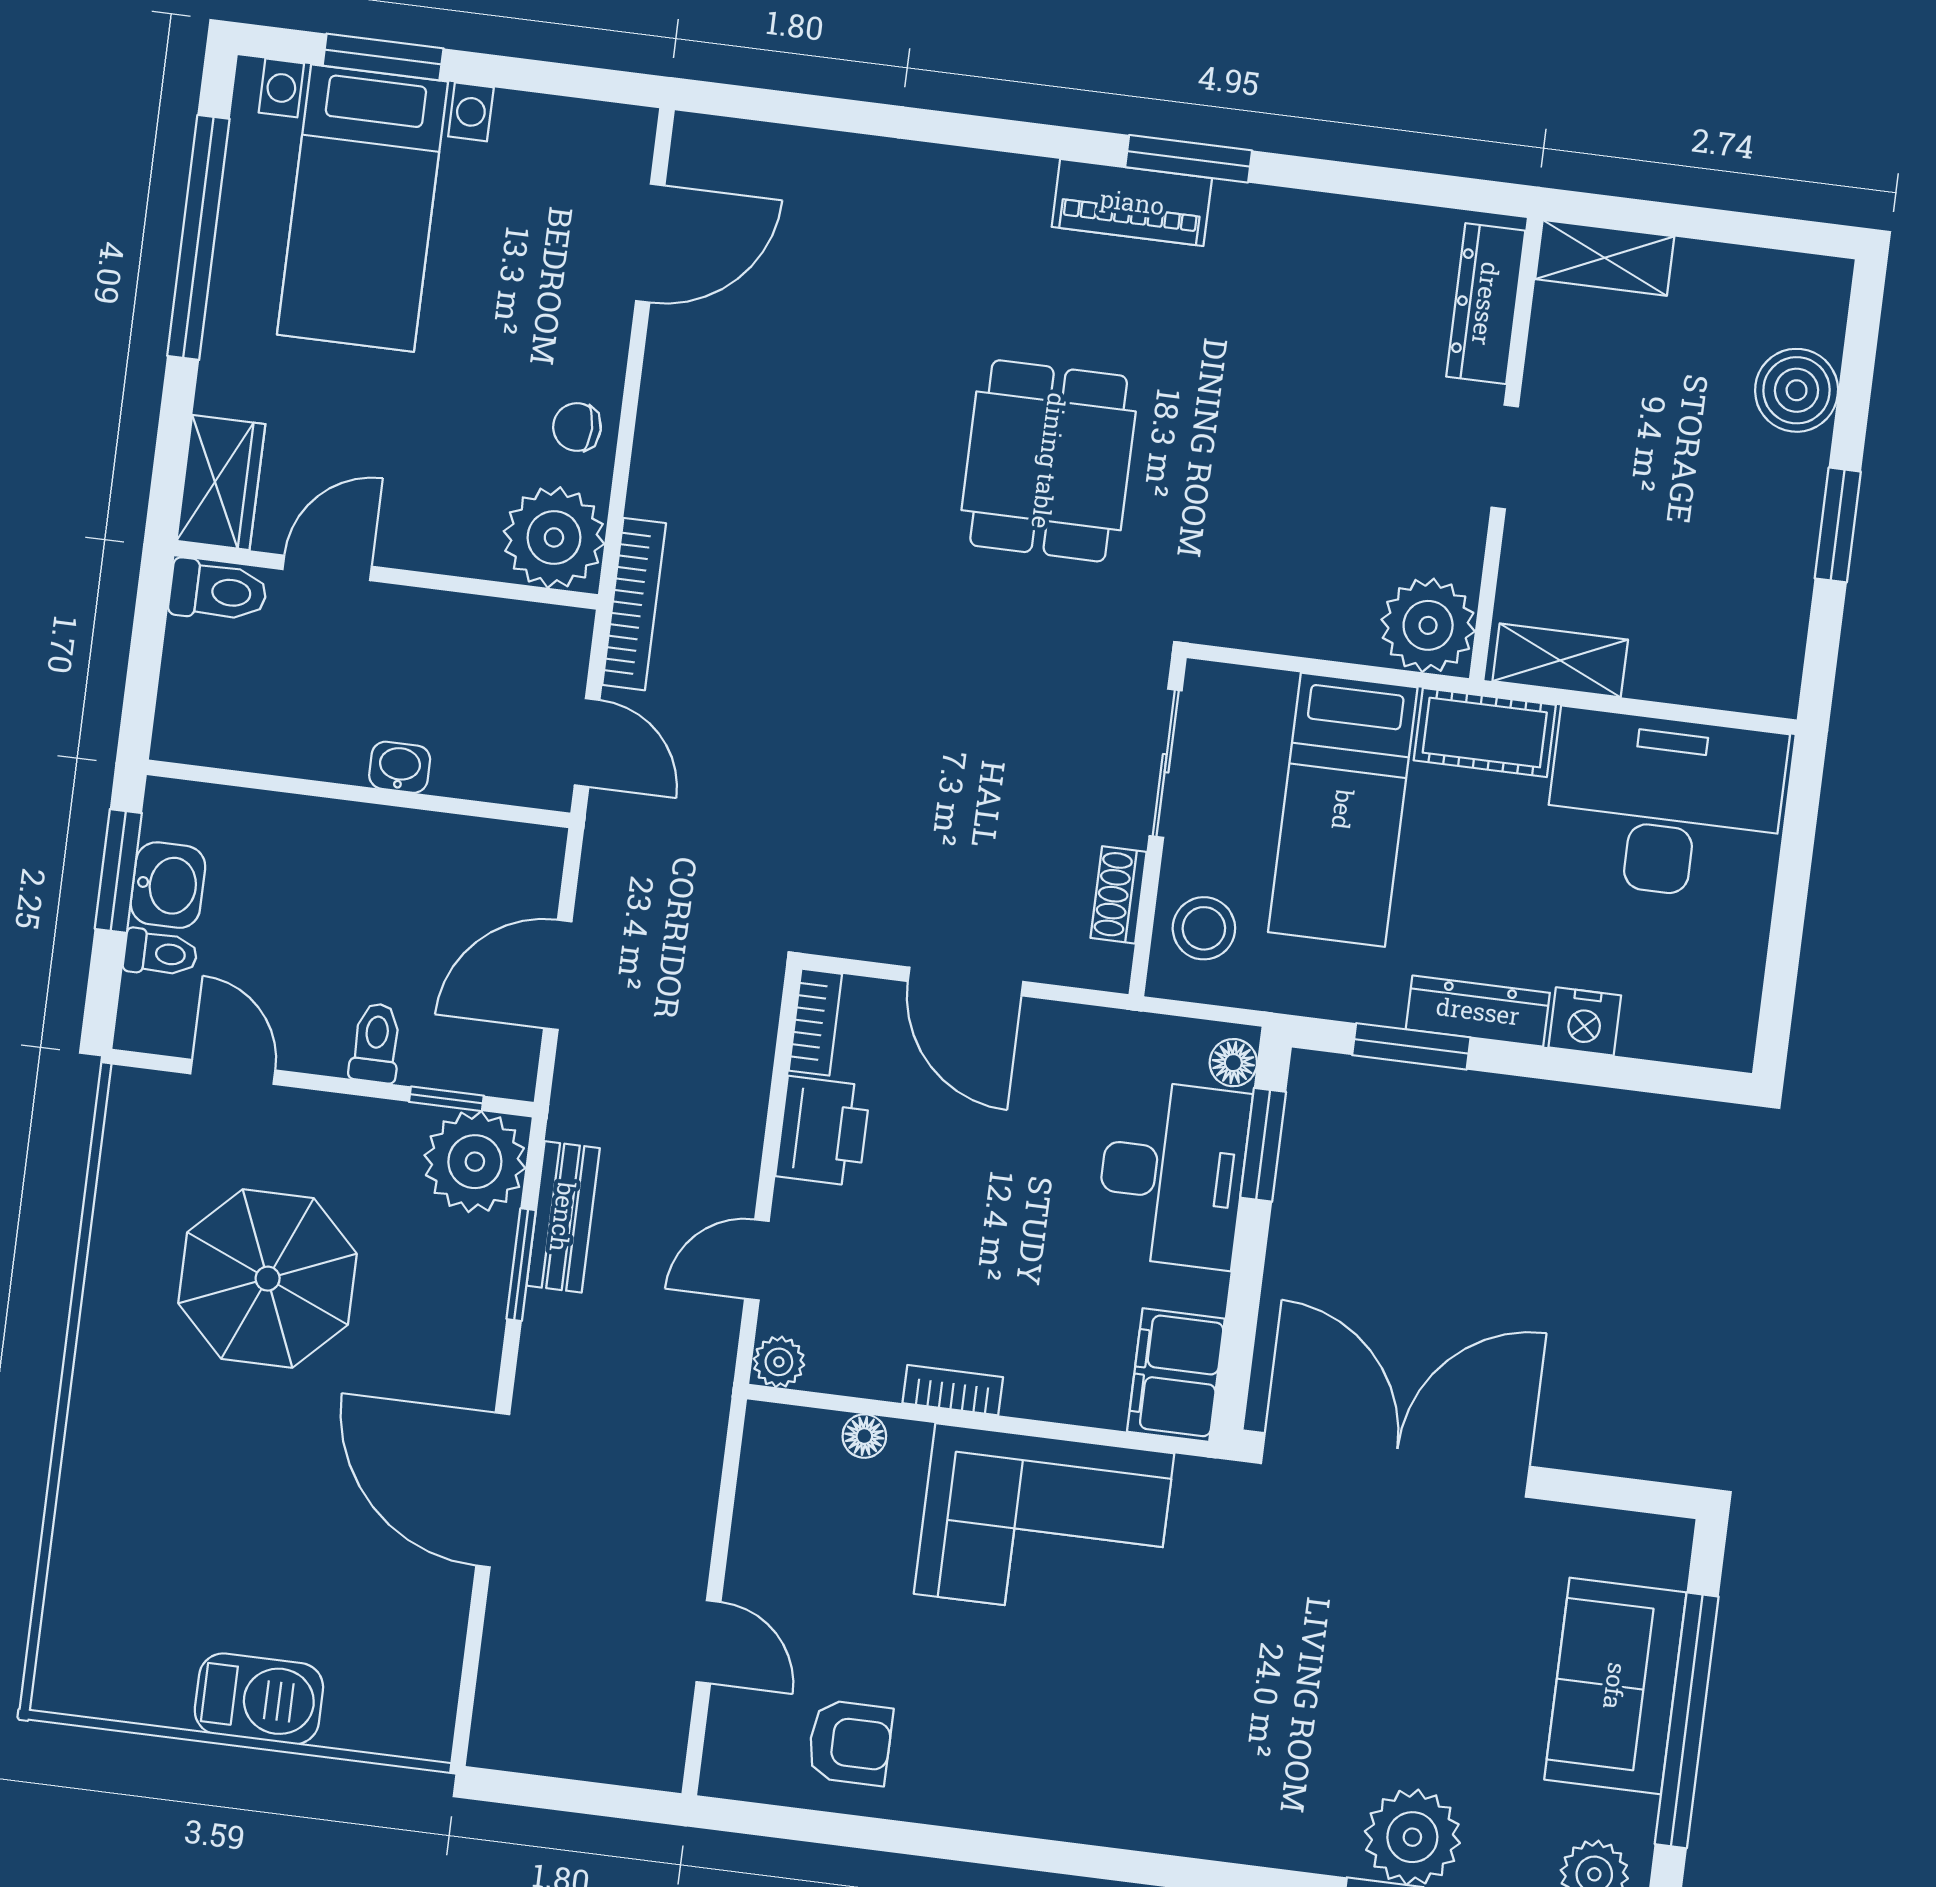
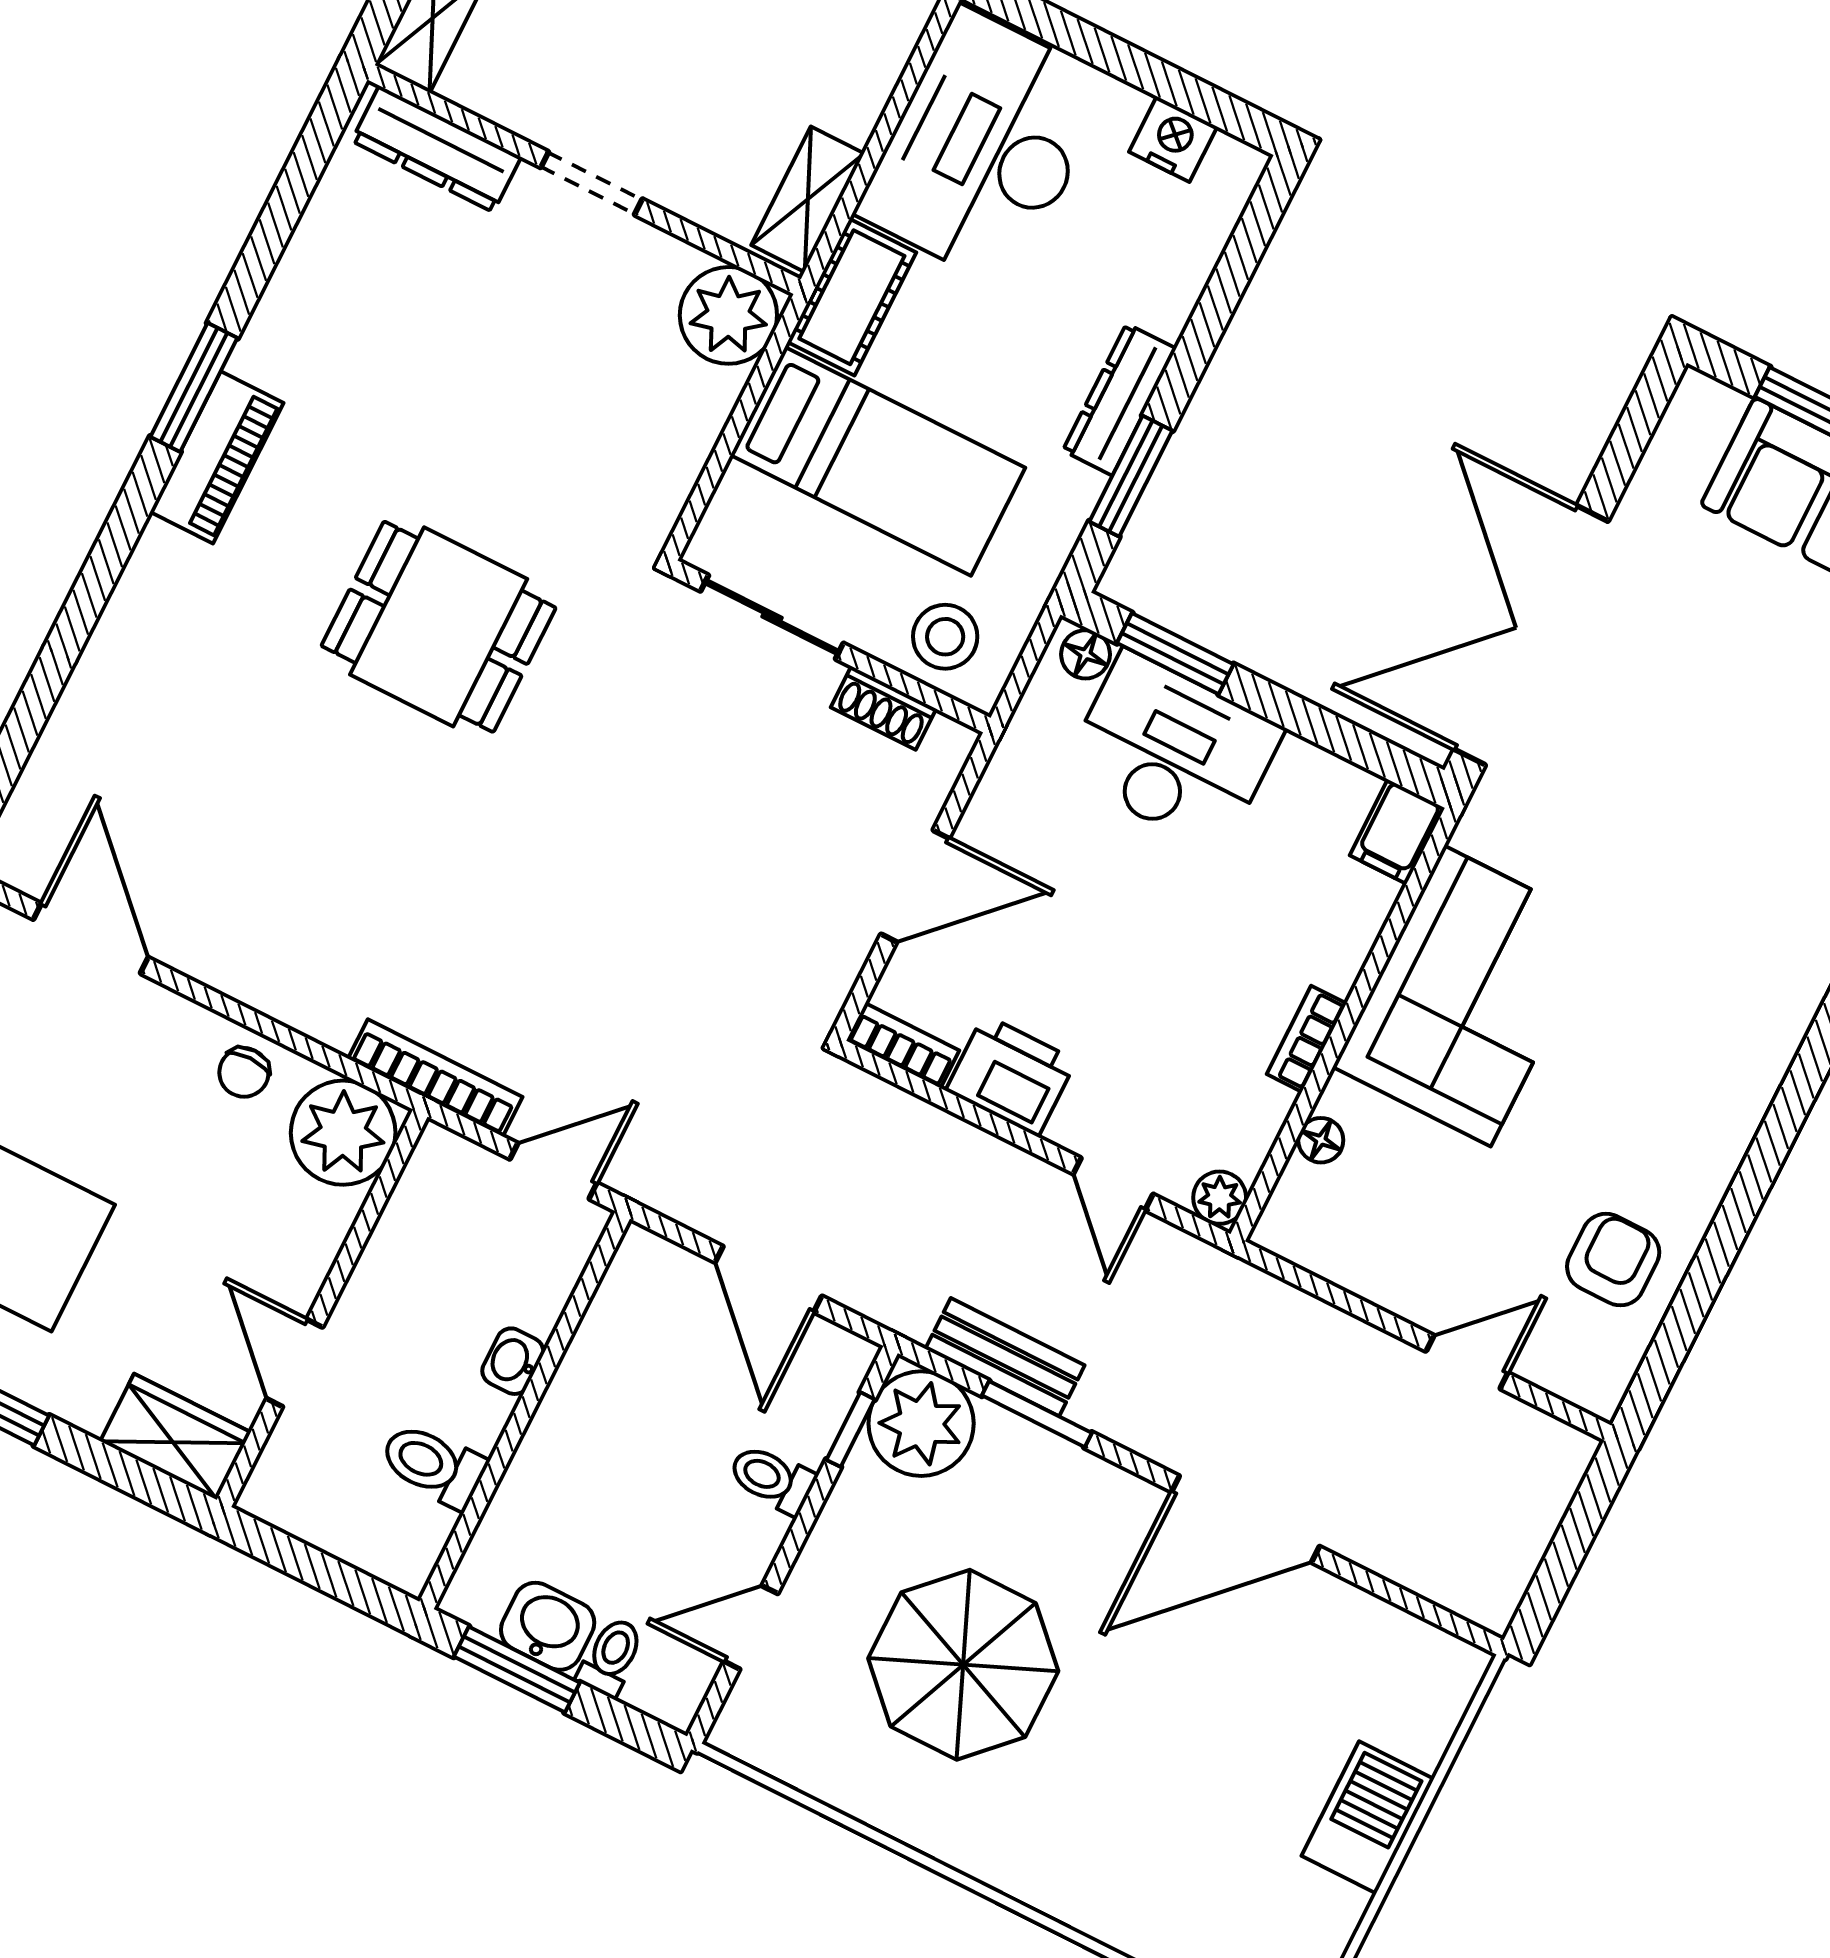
toilet: (218, 591) -> (433, 1465), moved, turned -90
nightstand: (1585, 1021) -> (1173, 139), moved, turned -90
filing cabinet: (1176, 1375) -> (1397, 832), width x0.50

